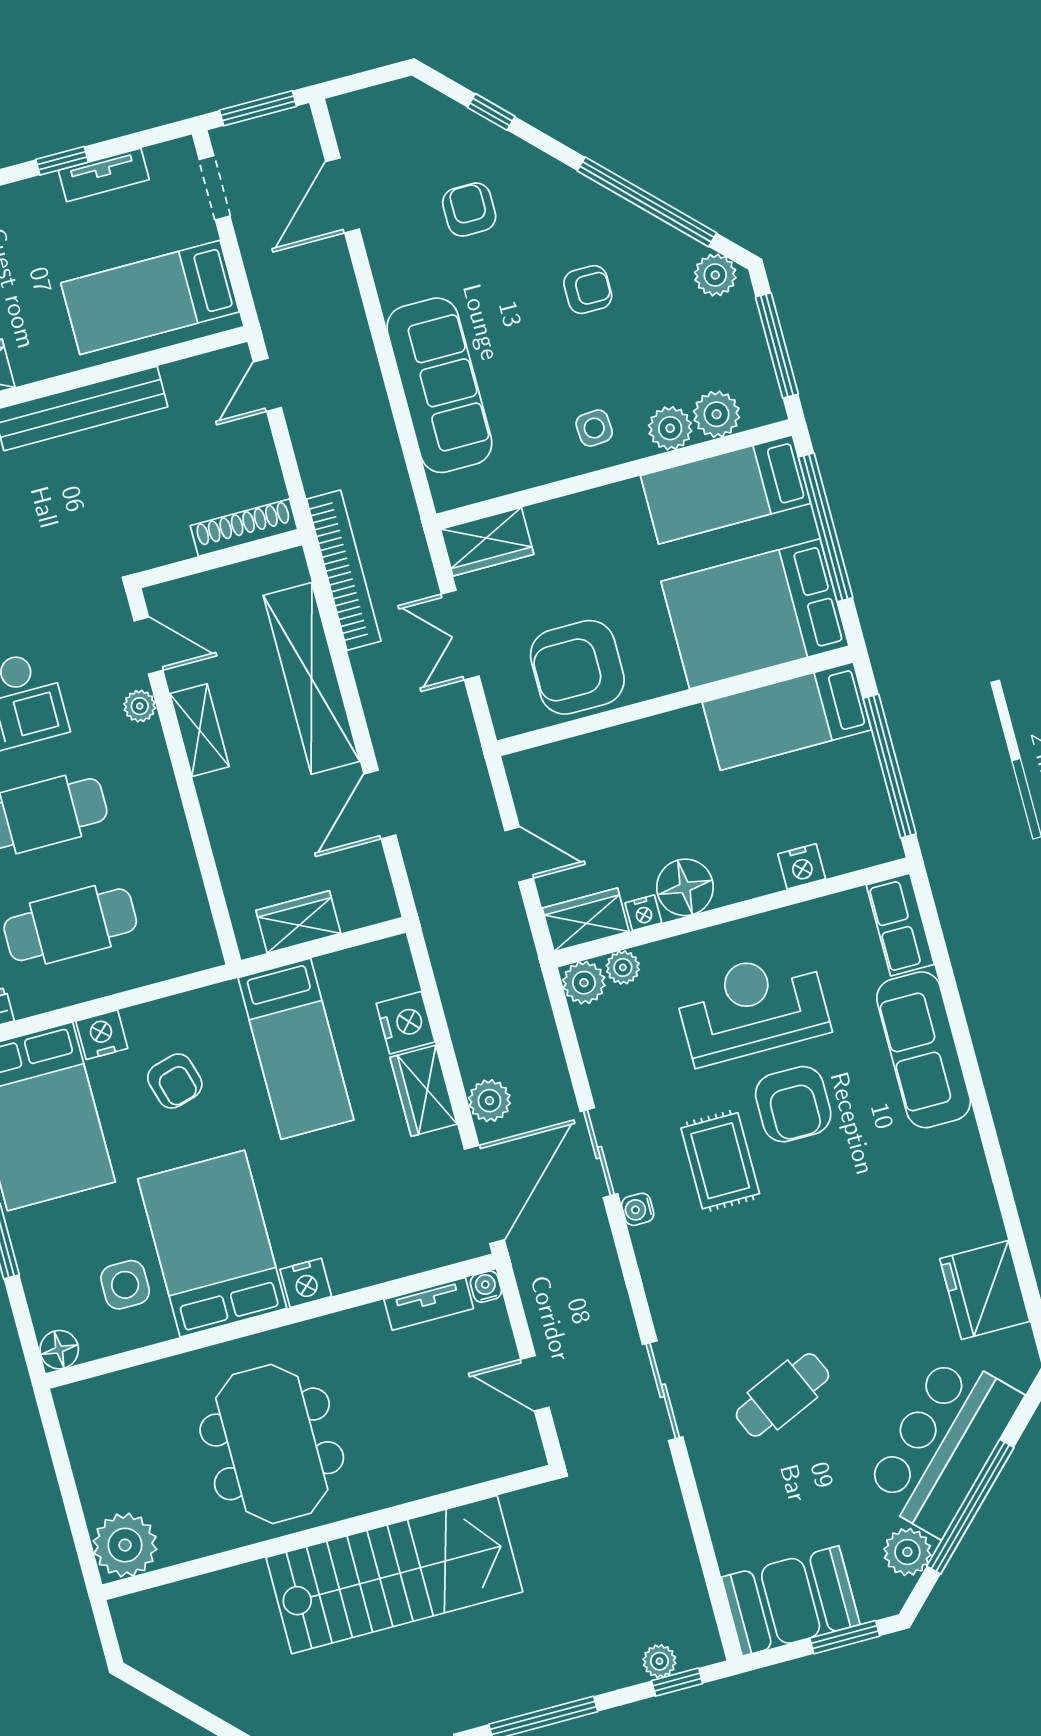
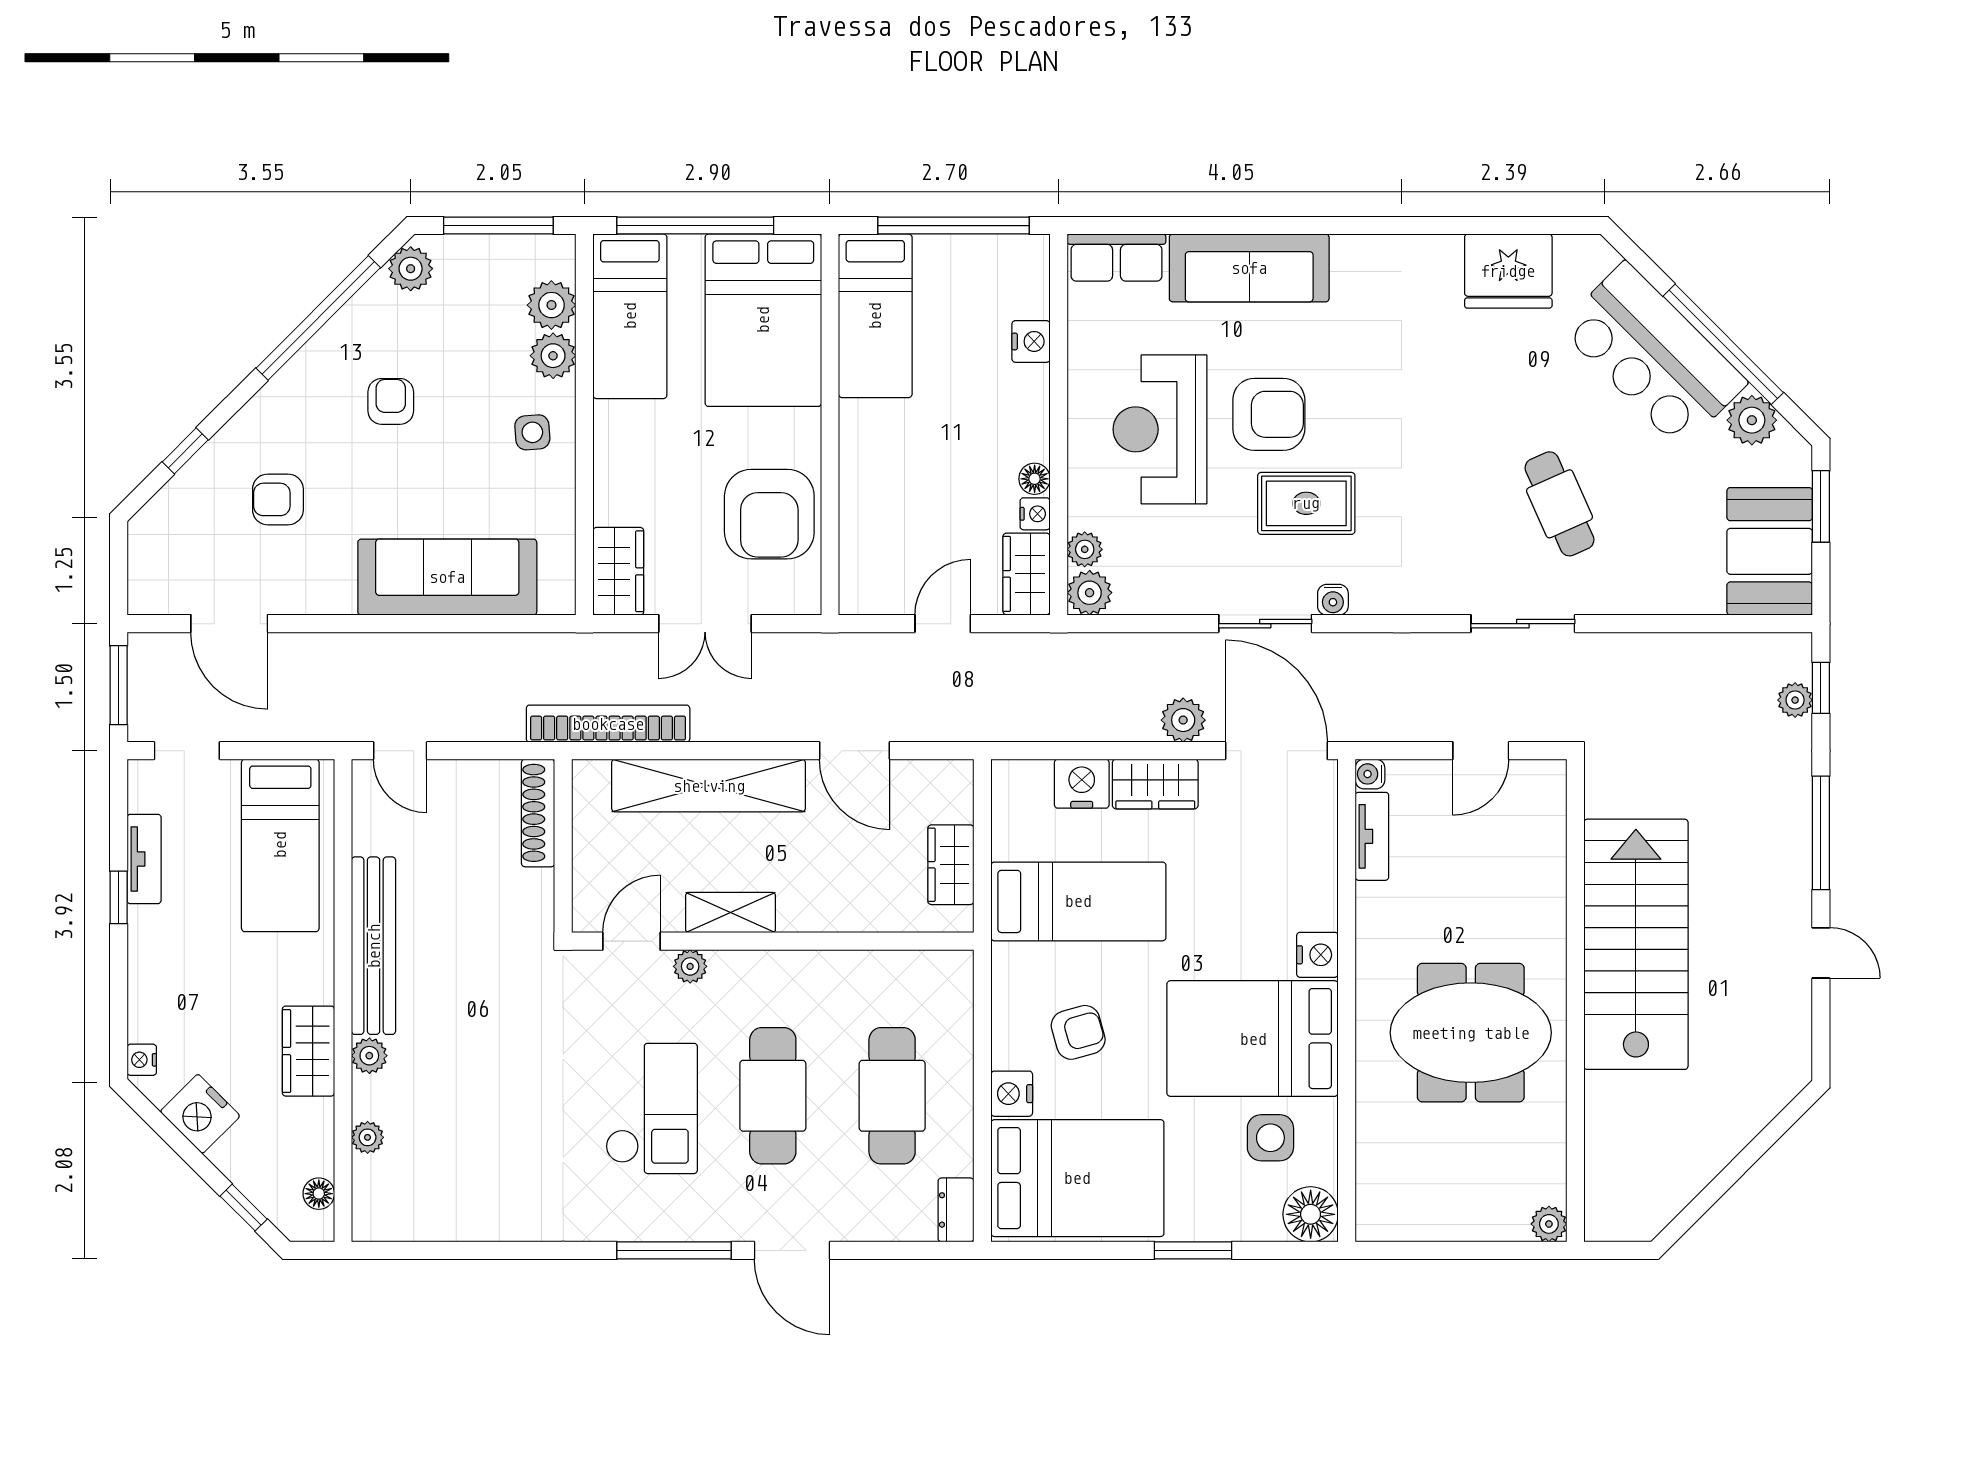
floor lamp: (685, 887) -> (1035, 479), width x0.53, depth x0.53
floor lamp: (59, 1350) -> (1311, 1214), width x1.38, depth x1.38
plant: (125, 1545) -> (1549, 1224), width x0.53, depth x0.53

